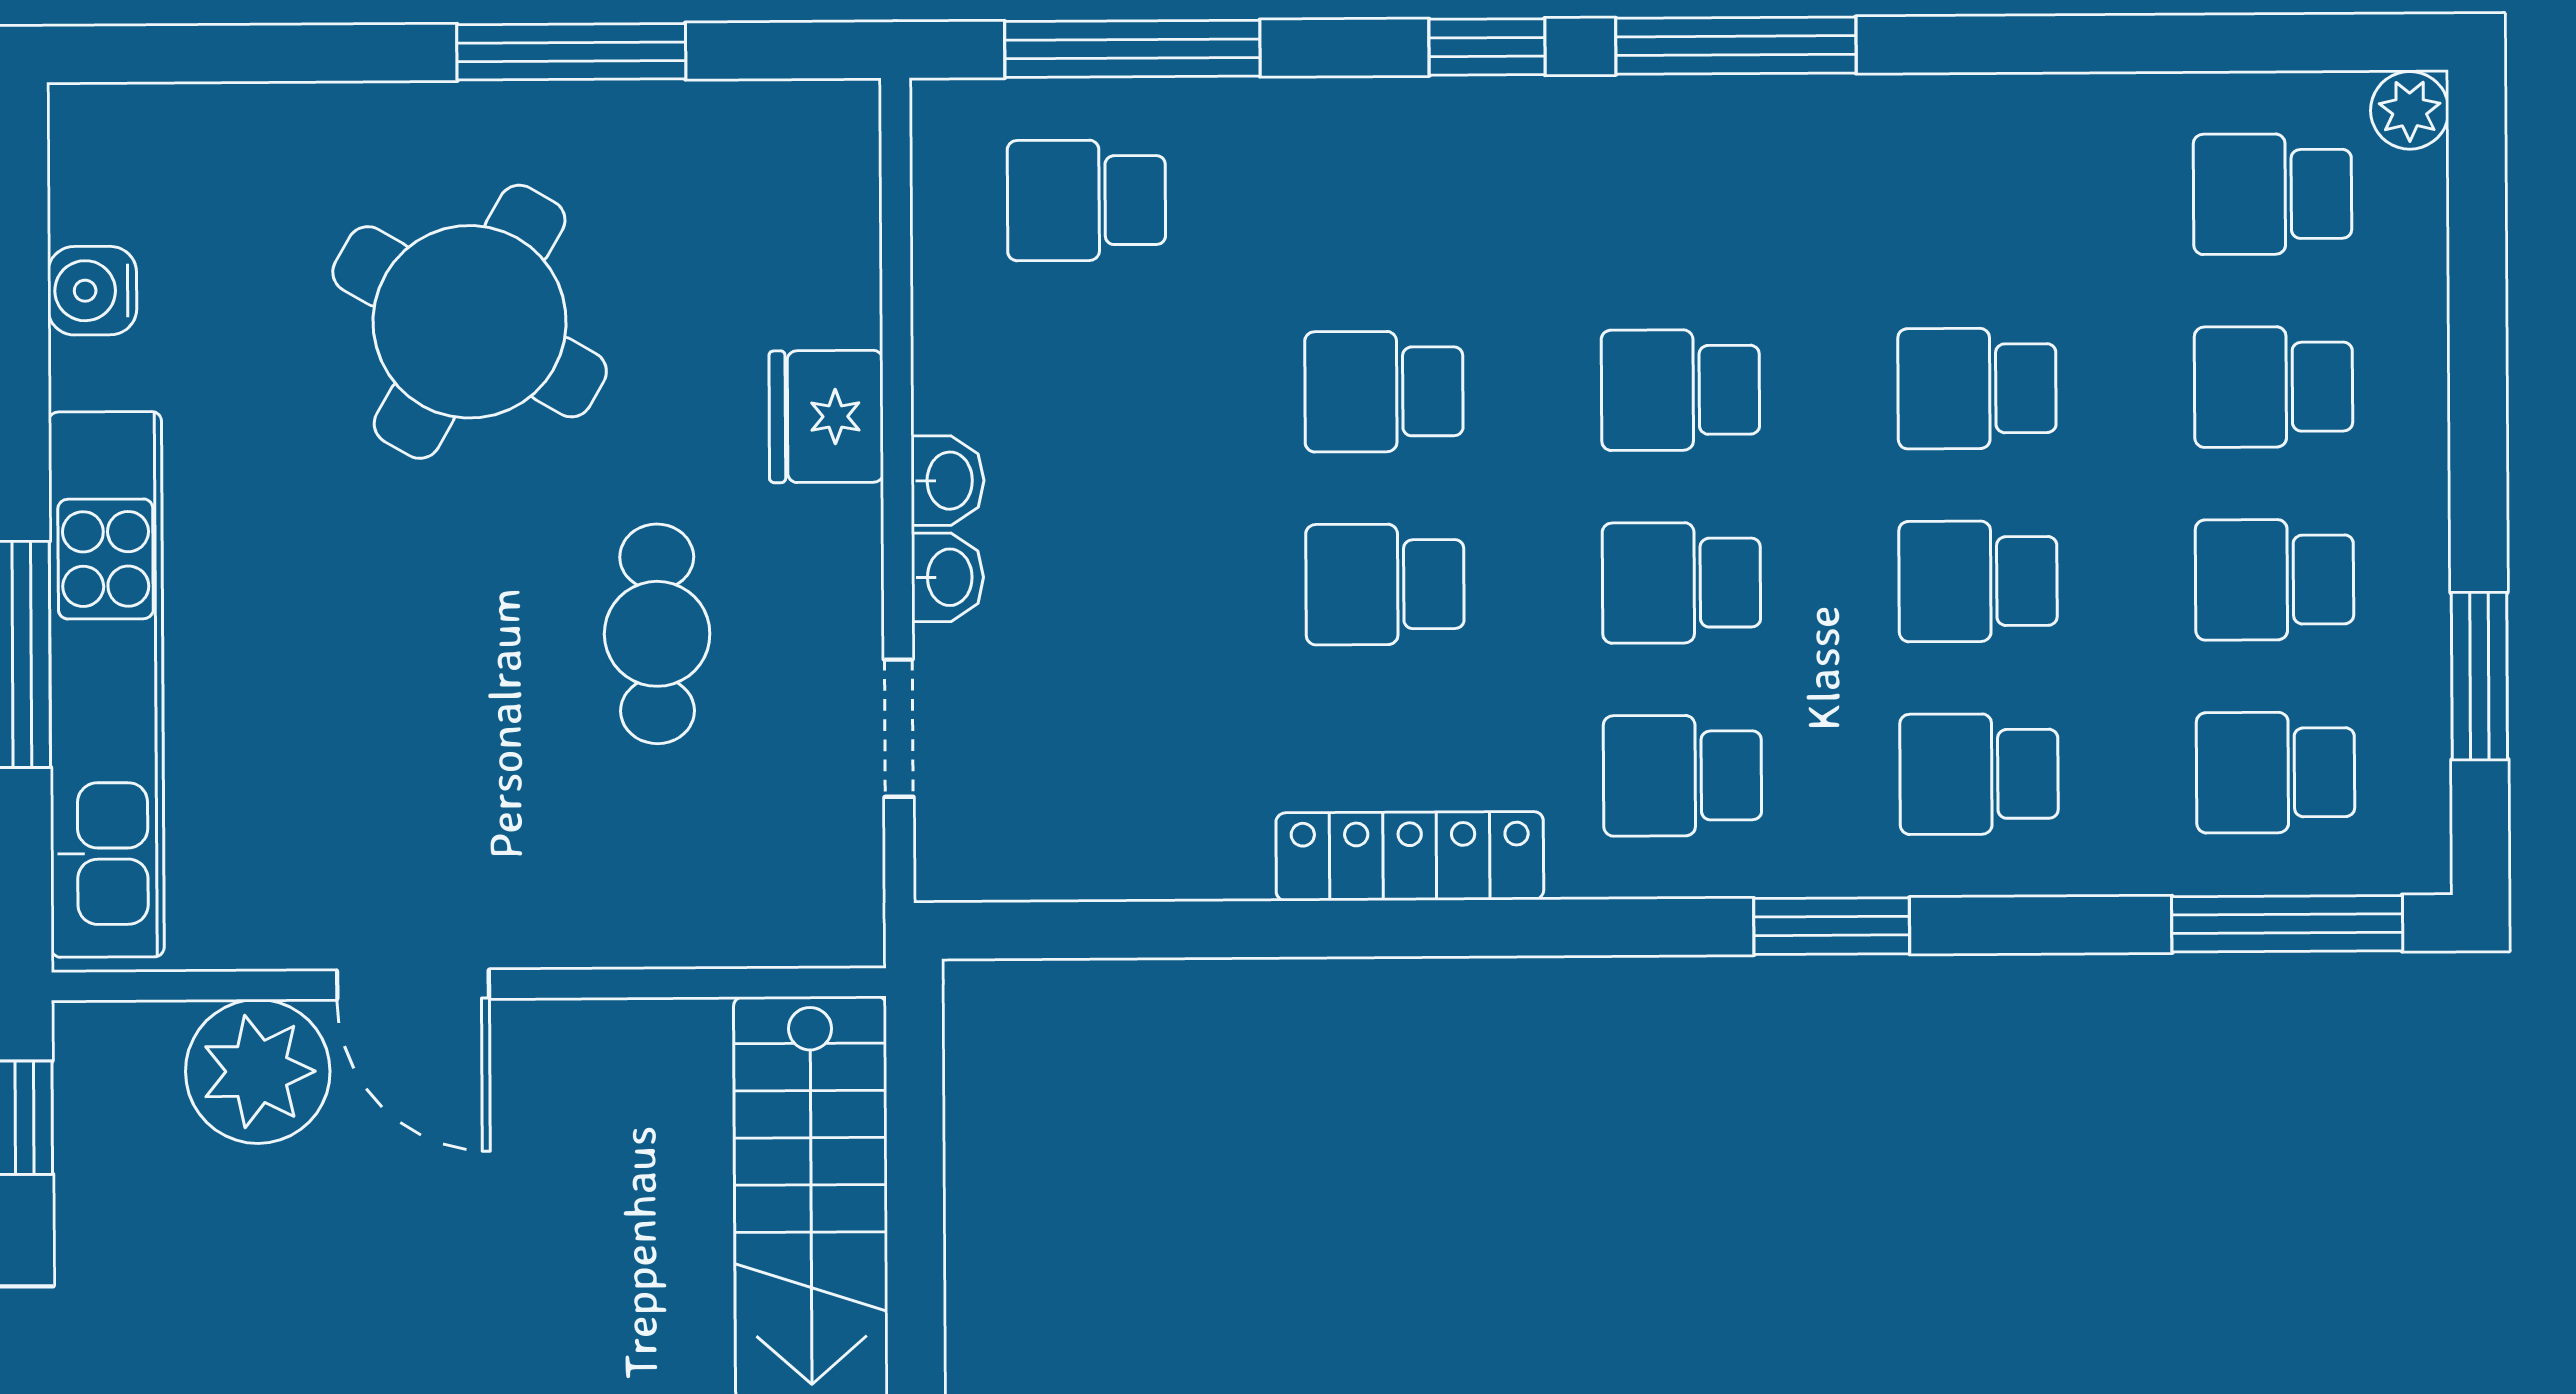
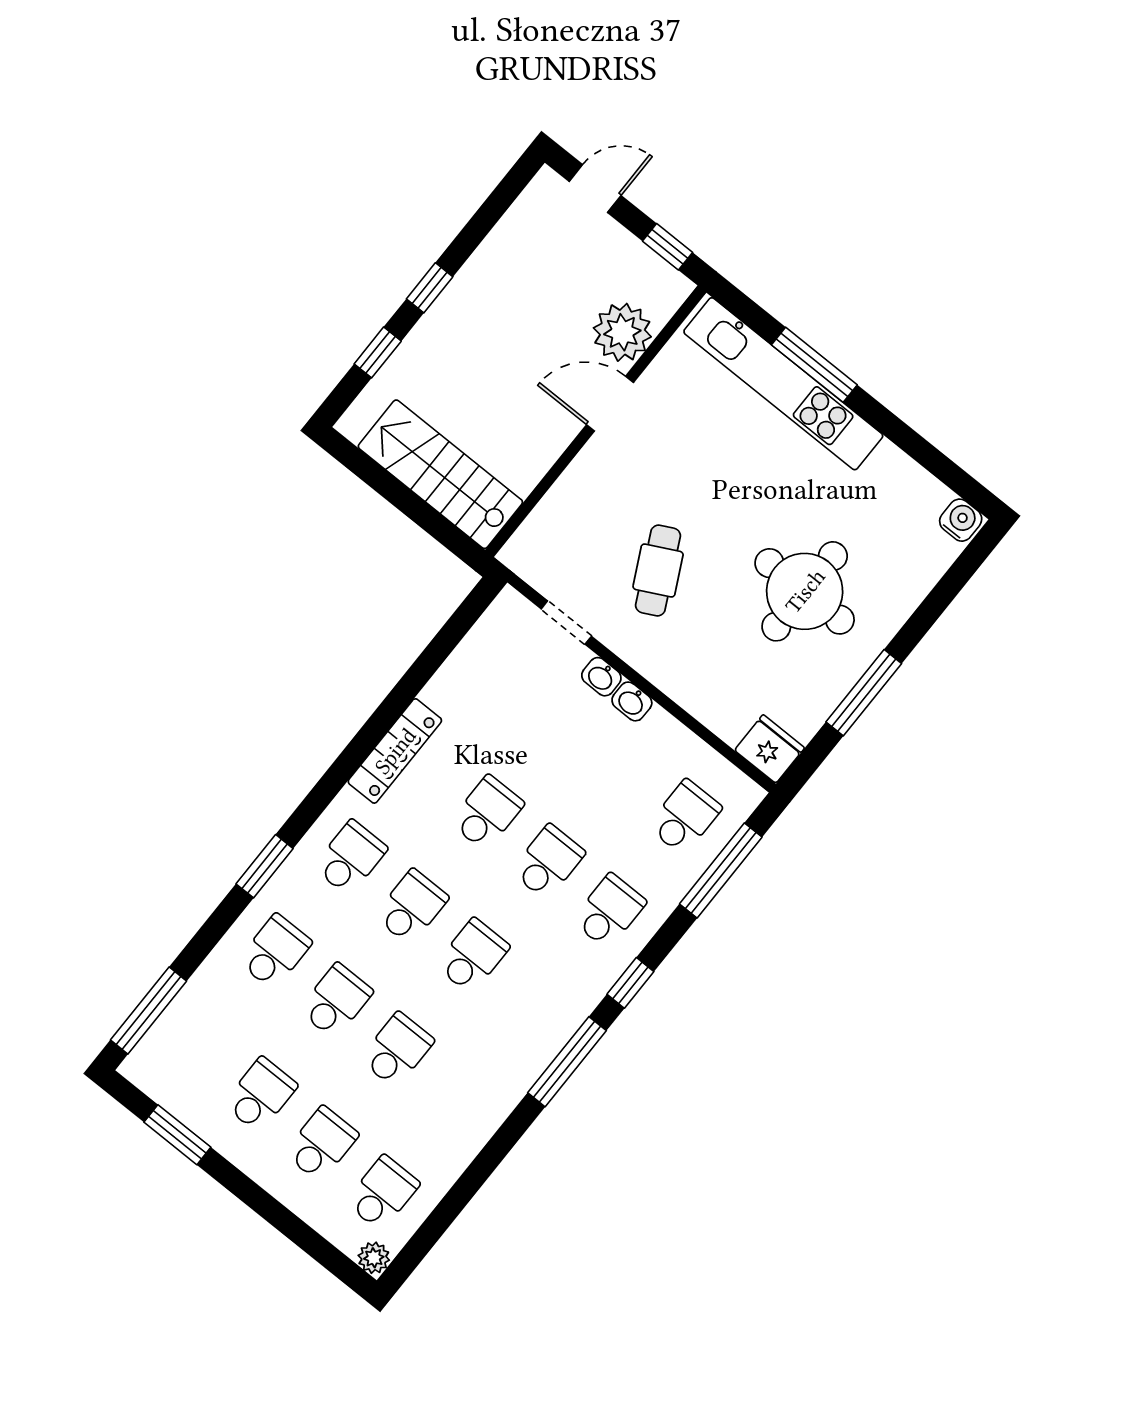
water cooler: (92, 291) -> (961, 520), moved
round table: (470, 322) -> (805, 591), turned -30
fridge: (826, 417) -> (769, 749), moved
cafe table: (657, 634) -> (658, 571), turned 63
school desk: (2276, 773) -> (609, 911), moved

